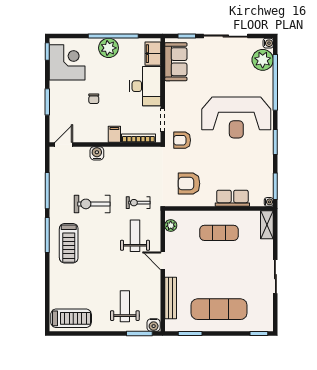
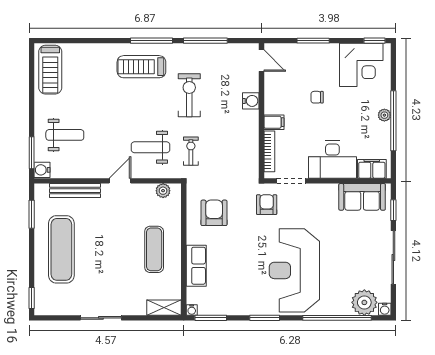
plant: (109, 48) -> (384, 115), width x0.53, depth x0.53
weight bench: (135, 236) -> (150, 147), turned 180

